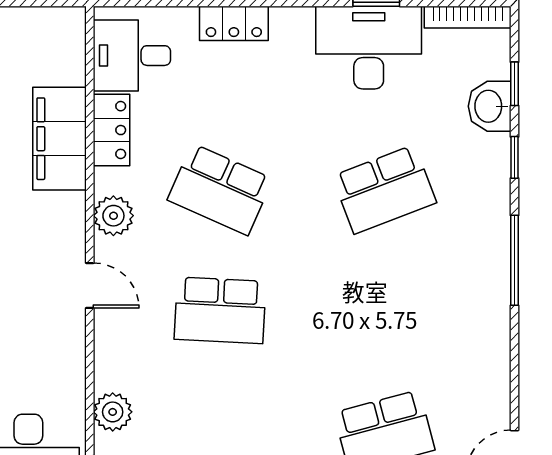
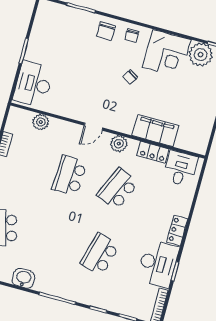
locker: (234, 23) -> (177, 230), moved
washbasin: (490, 106) -> (23, 278), moved
school desk: (384, 189) -> (100, 254), turned 36

